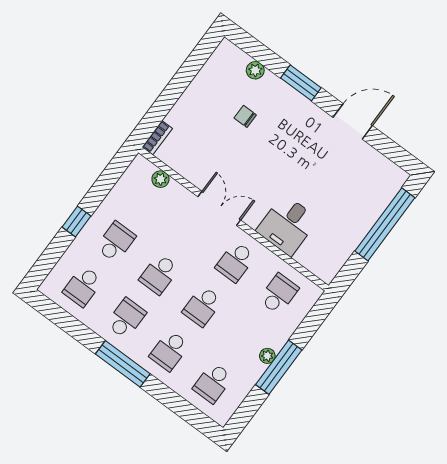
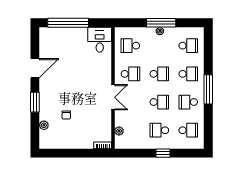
door: (353, 121) -> (35, 68), swing flipped
double door: (219, 208) -> (113, 97), swing flipped
desk: (287, 225) -> (100, 40), moved, turned -90

